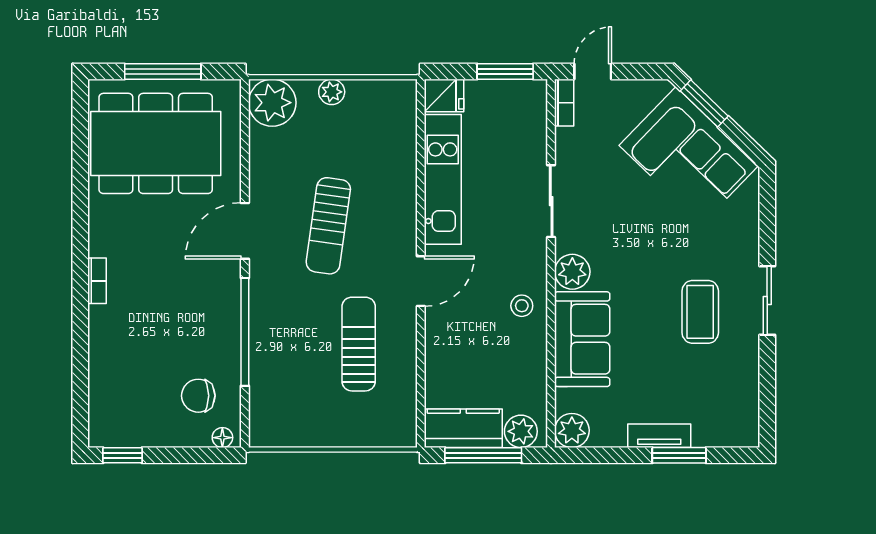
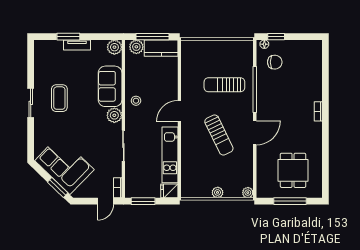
plant: (272, 103) -> (248, 193), width x0.53, depth x0.53
dining table: (156, 143) -> (293, 170), width x0.53, depth x0.80
sun lounger: (328, 226) -> (219, 135), turned 146
sun lounger: (359, 344) -> (224, 85), moved, turned 90
window: (123, 455) -> (276, 37), moved

